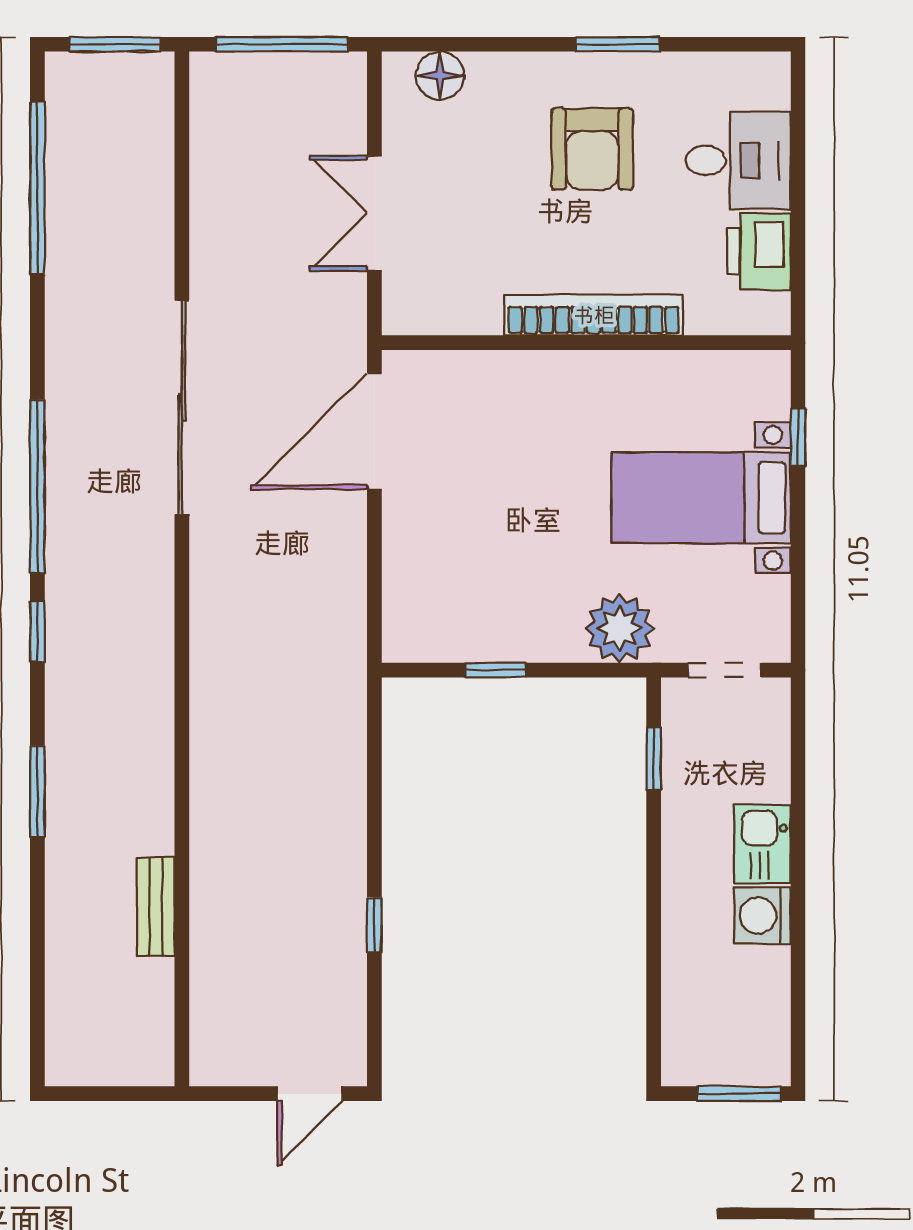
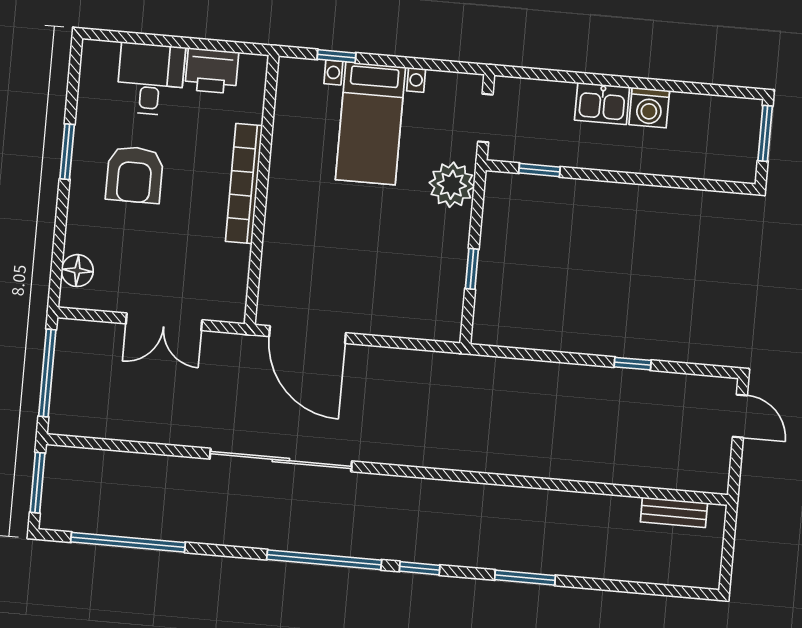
armchair: (592, 149) -> (134, 175), turned 90
bench: (156, 907) -> (674, 512), moved

